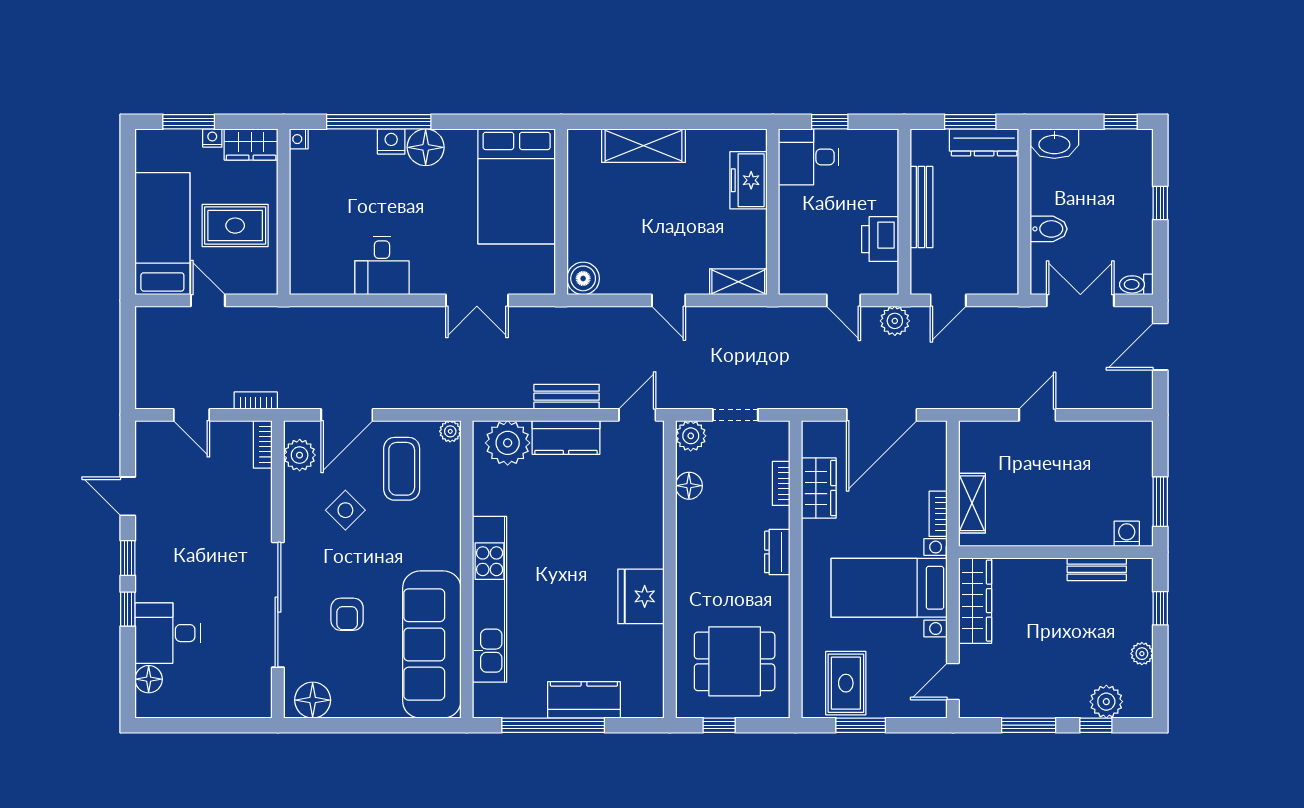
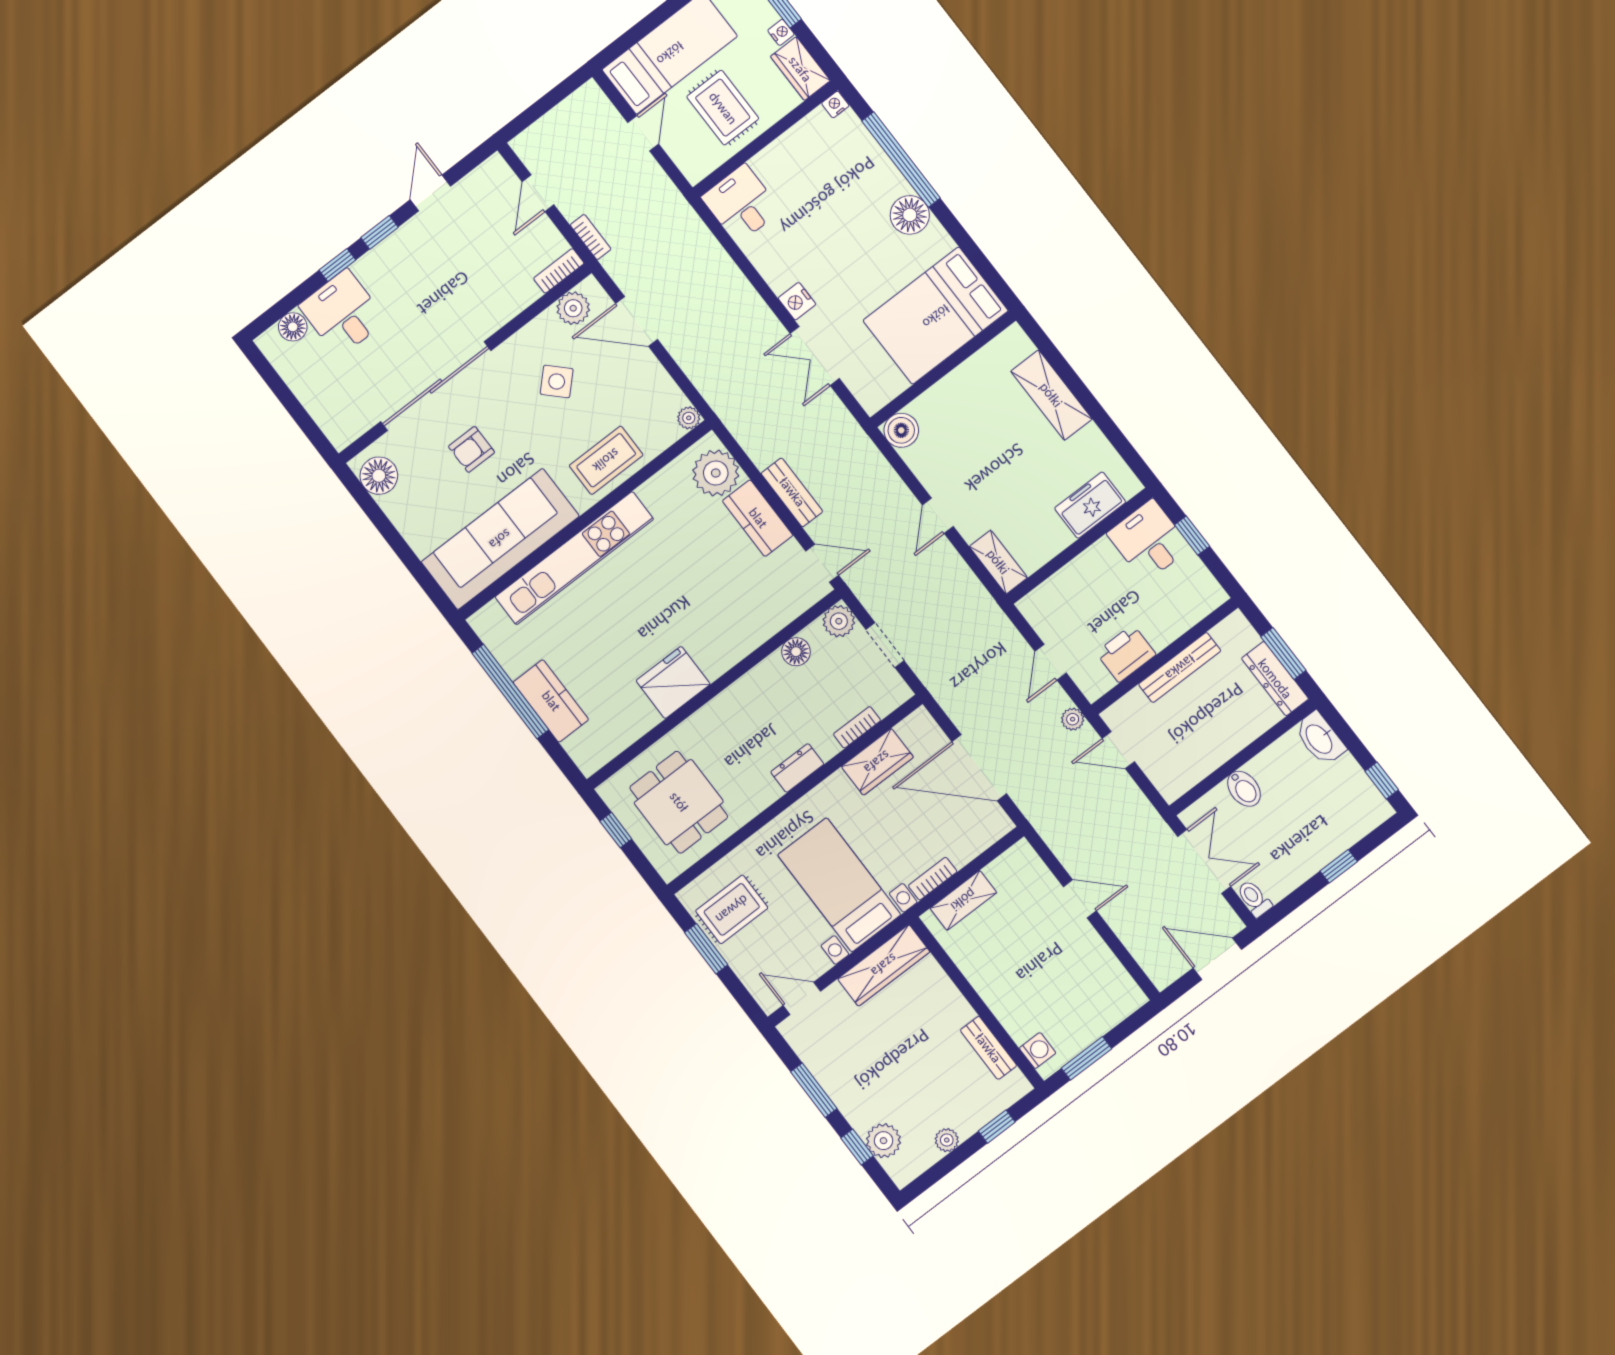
nightstand: (391, 141) -> (797, 301), moved, turned 180
desk: (382, 265) -> (741, 204), moved, turned 90
plant: (895, 321) -> (1073, 719), width x0.73, depth x0.73
coffee table: (402, 469) -> (606, 460), moved

